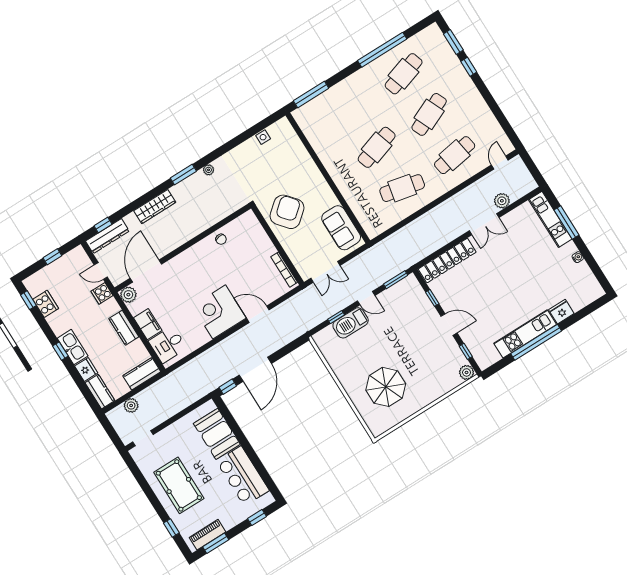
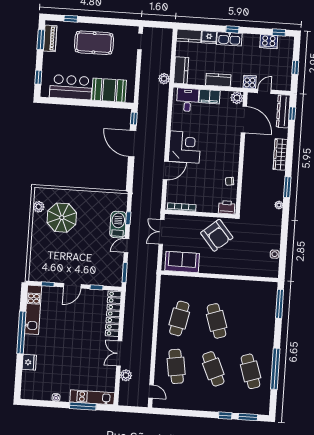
printer: (250, 223) -> (227, 207), added
kitchen unit: (525, 334) -> (33, 310), moved
plant: (467, 372) -> (39, 207), moved
plant: (131, 405) -> (164, 79), moved

